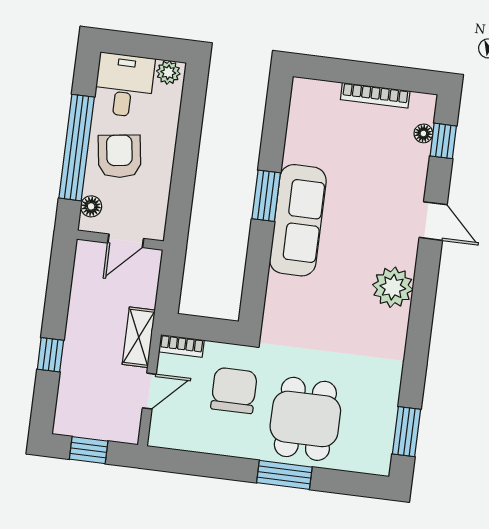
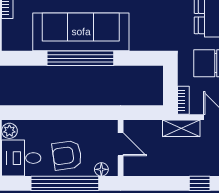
window: (266, 196) -> (80, 58), width x2.11
sofa: (298, 220) -> (81, 32), width x1.36, depth x1.27

